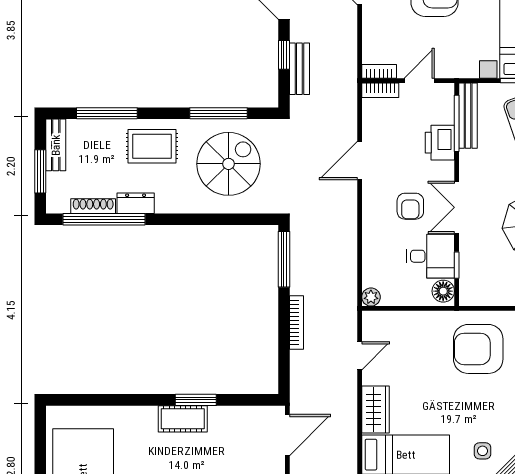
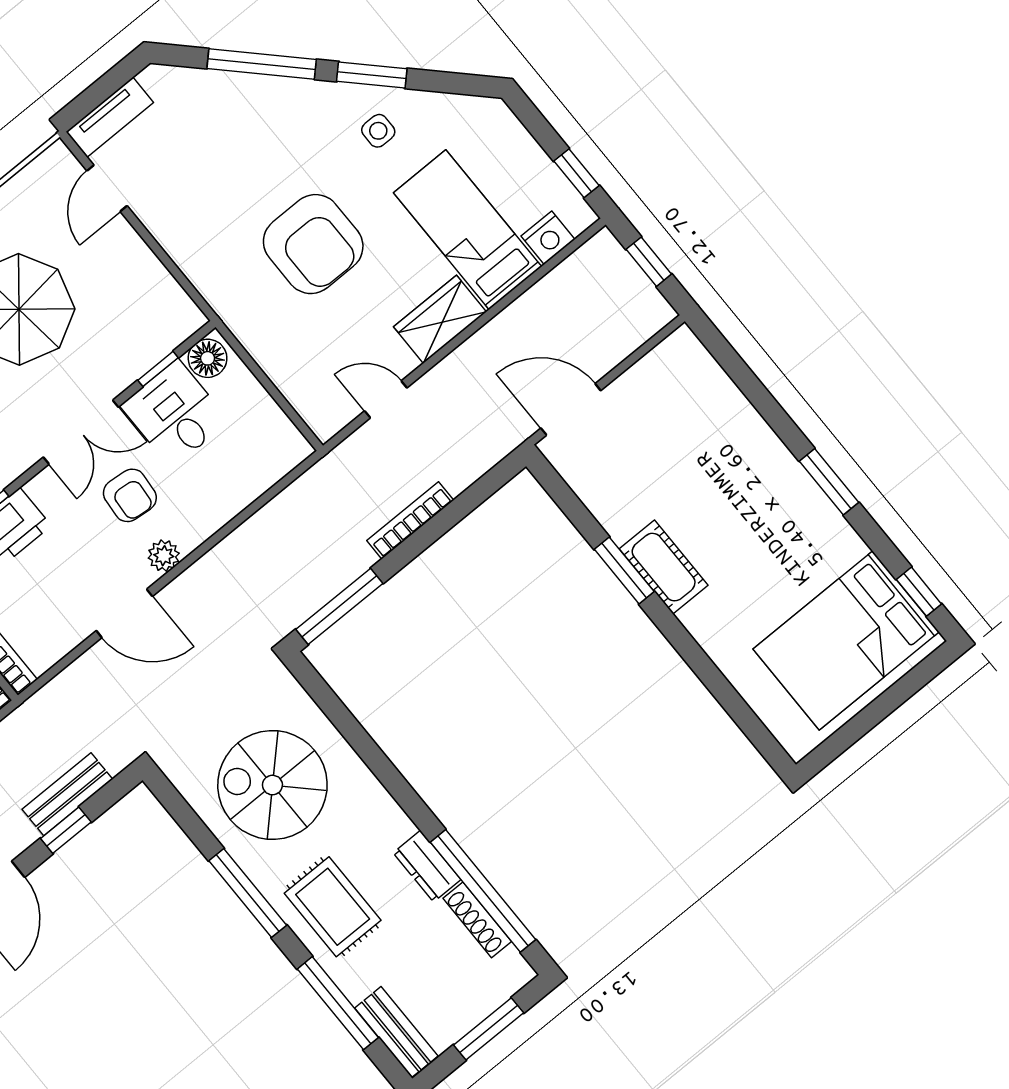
window: (218, 113) -> (248, 893), moved
bench: (56, 145) -> (396, 1032), moved, turned 90
armchair: (410, 206) -> (130, 495), turned 95
plant: (371, 297) -> (164, 556), moved
armchair: (478, 349) -> (313, 244), moved

